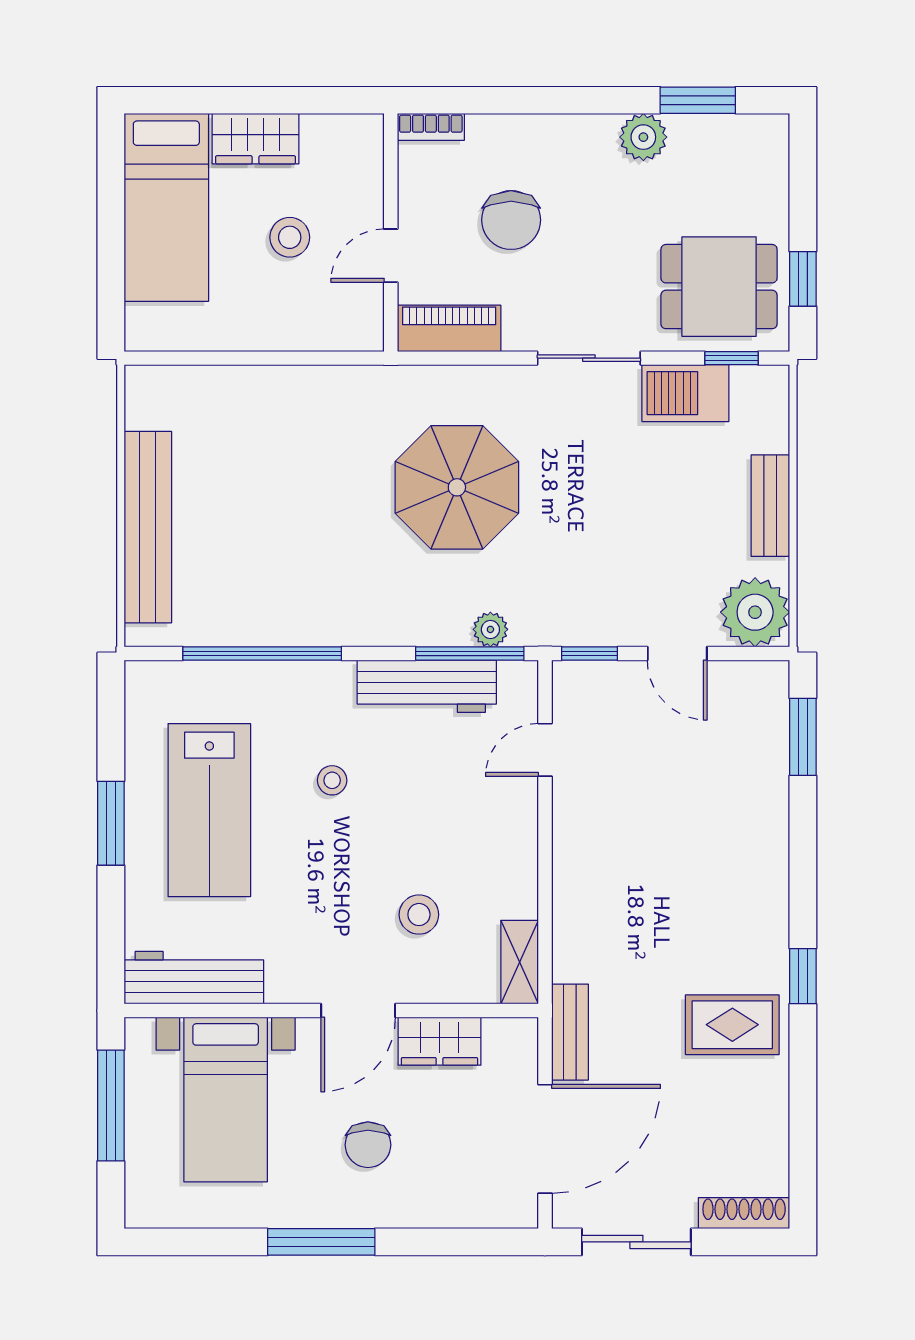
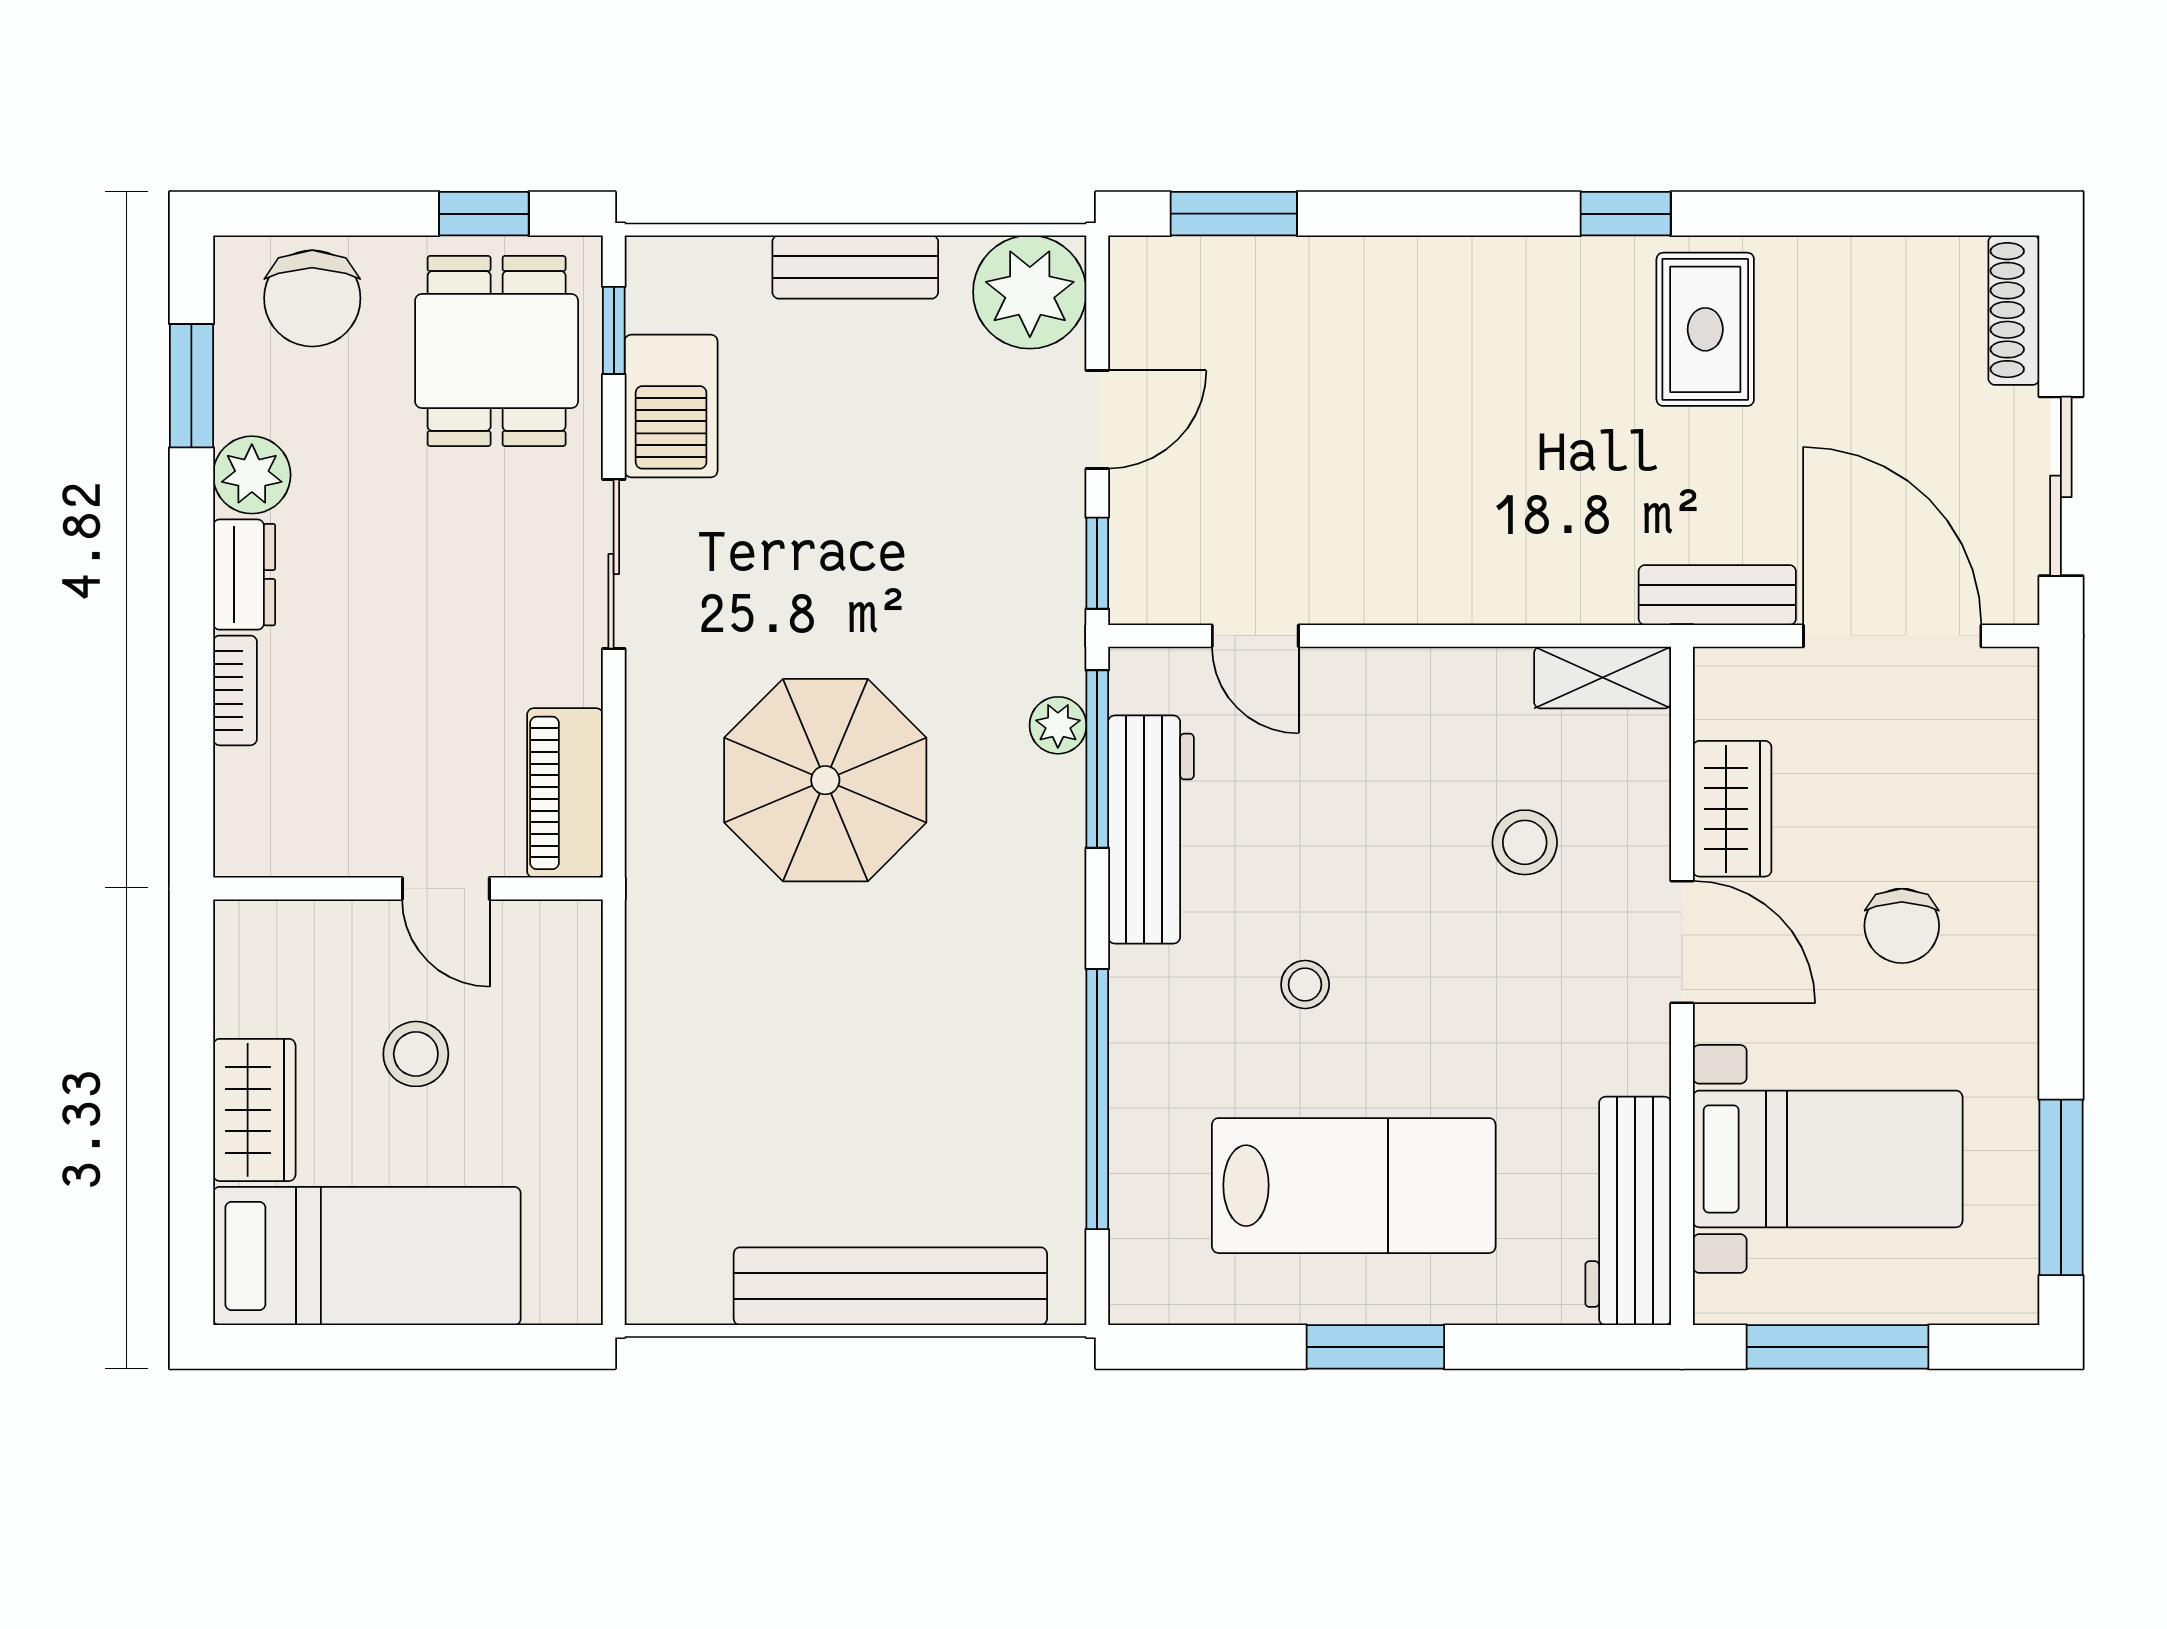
bookcase: (431, 127) -> (235, 690), moved
dresser: (582, 132) -> (244, 575), added
chair: (511, 220) -> (312, 298), moved, turned 90
chair: (368, 1145) -> (1902, 926), turned 90
window: (321, 1242) -> (2061, 1187), moved

